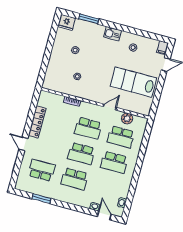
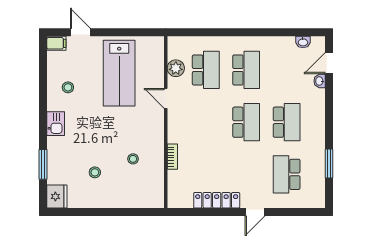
school desk: (88, 128) -> (206, 122), removed

